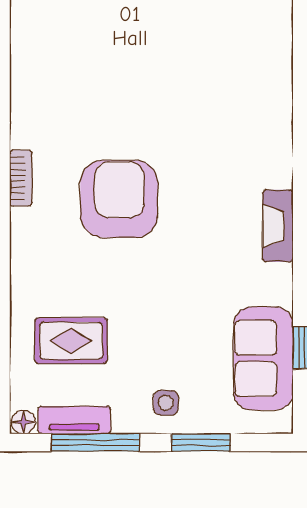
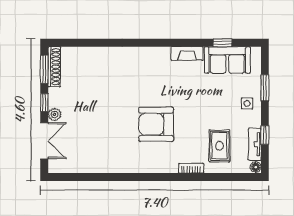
bookcase: (21, 178) -> (191, 168), moved
fireplace: (278, 226) -> (187, 54), moved
window: (95, 443) -> (265, 135), width x0.46

